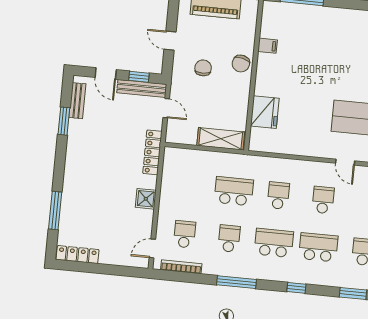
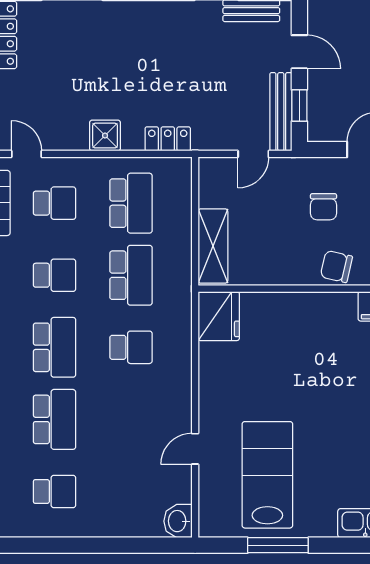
chair: (203, 68) -> (323, 207), turned 90
door: (106, 73) -> (299, 52), swing flipped
fridge: (265, 112) -> (219, 316), moved, turned -90
locker: (152, 152) -> (168, 139), width x0.66
school desk: (323, 200) -> (131, 203), moved, width x1.85

